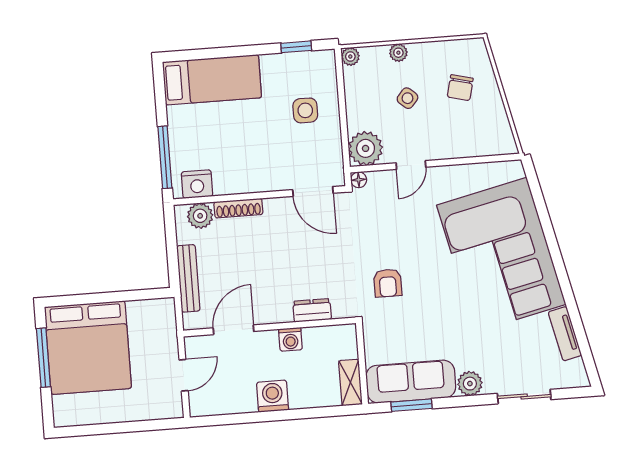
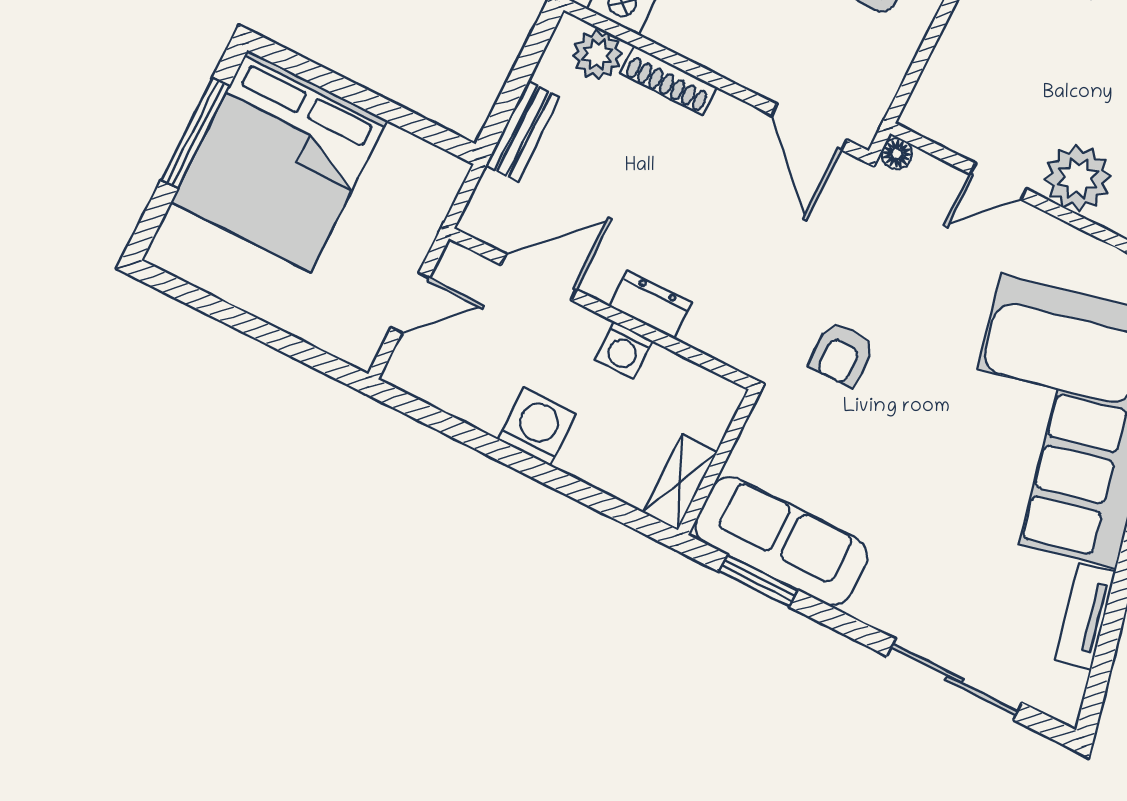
side table: (407, 98) -> (1060, 67), removed
plant: (366, 148) -> (1078, 178), moved
bench: (188, 278) -> (523, 131), width x0.73
dresser: (312, 310) -> (651, 305), moved
plant: (470, 384) -> (877, 604), removed
sliding door: (524, 397) -> (954, 679), width x1.37

